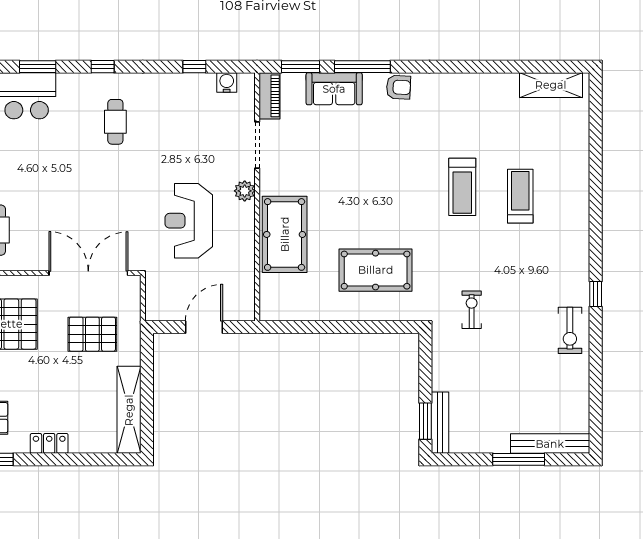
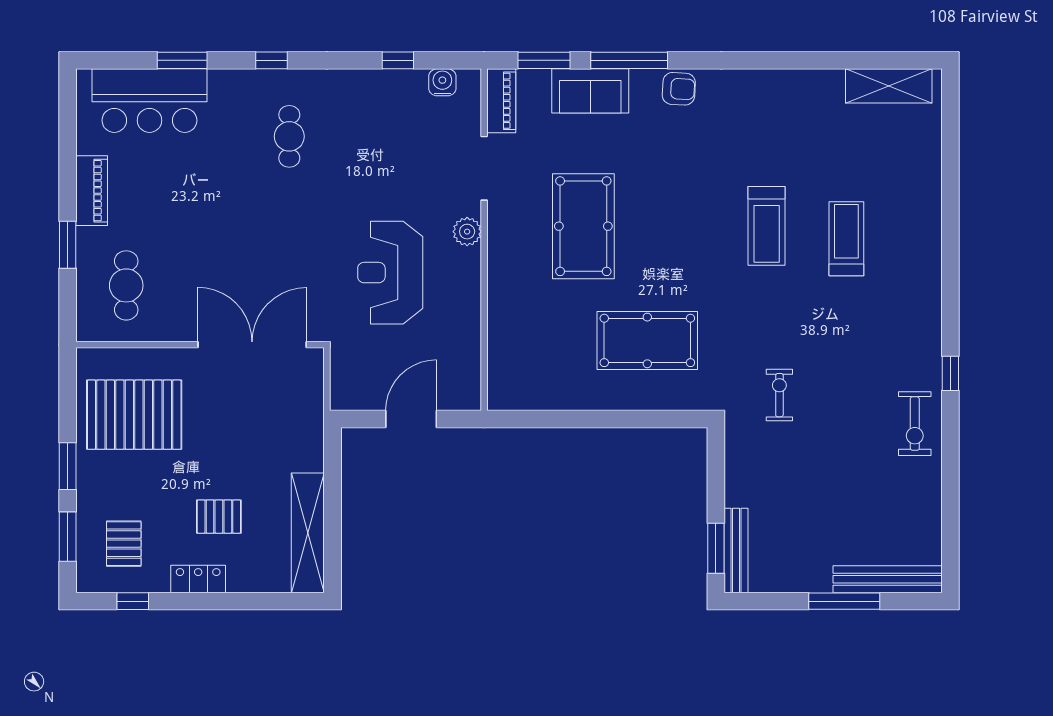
pool table: (285, 234) -> (583, 226), moved
pallet: (92, 334) -> (219, 517), moved, width x0.67, depth x0.71

